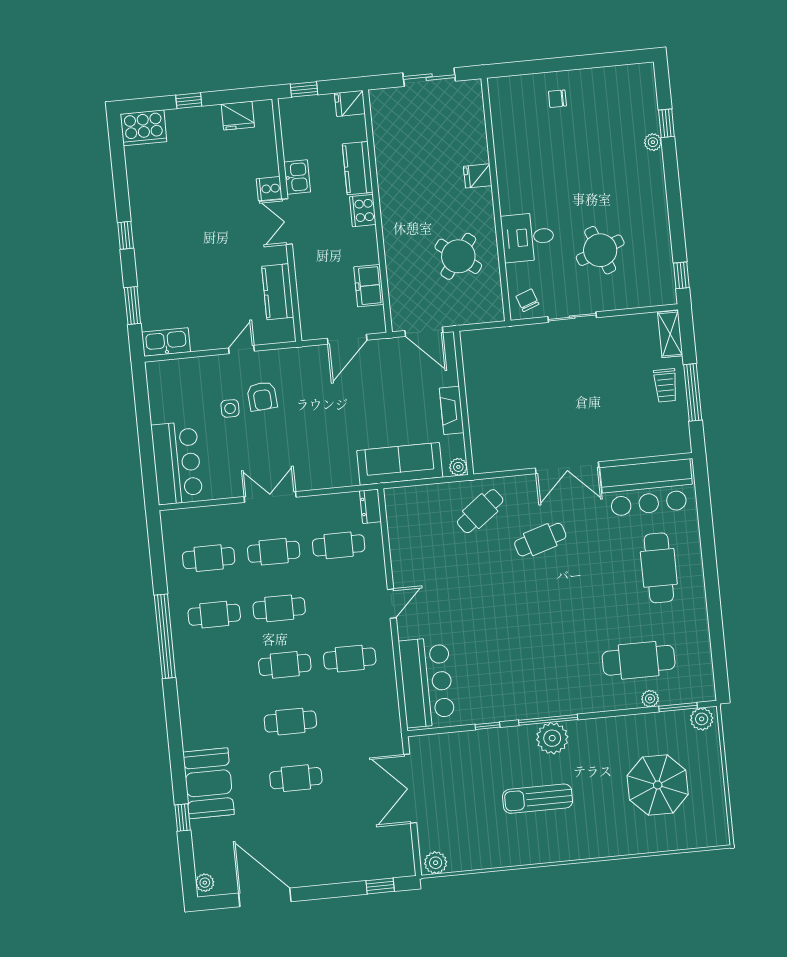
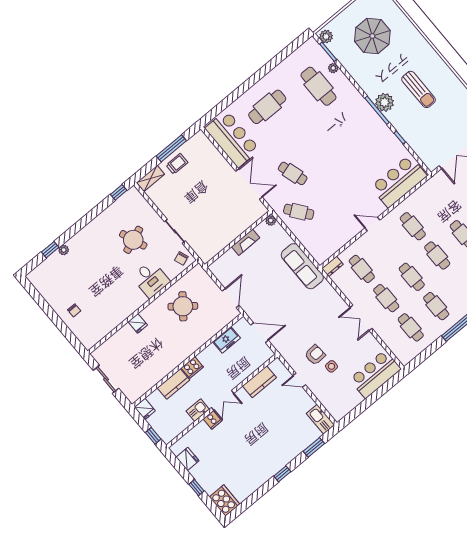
wall: (464, 403) -> (238, 239), moved
fireplace: (452, 410) -> (246, 242), moved
plant: (458, 467) -> (271, 220), moved

